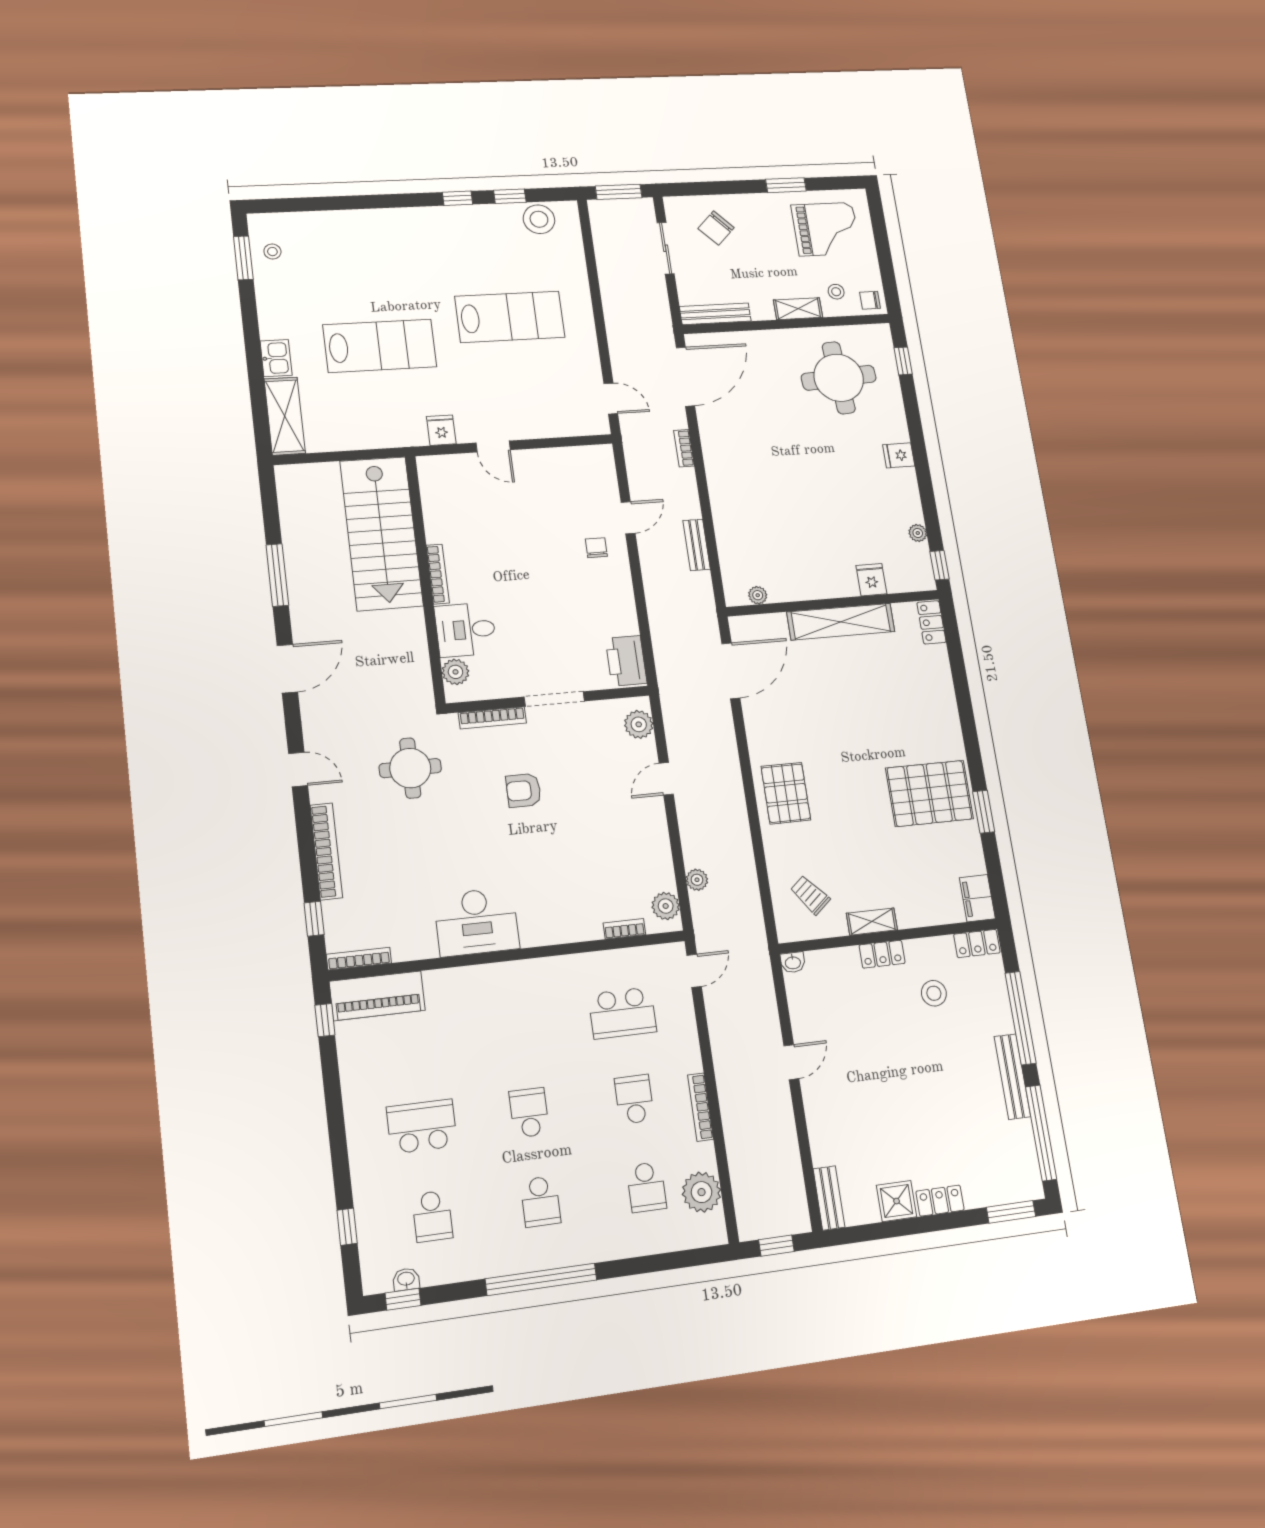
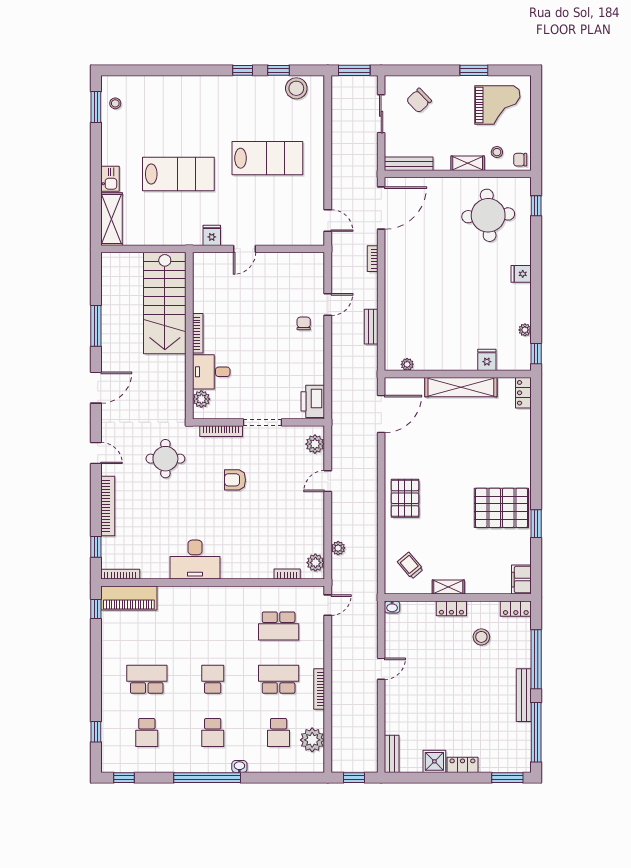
door: (493, 446) -> (245, 249), hinge flipped
school desk: (634, 1099) -> (279, 679), width x1.85
washbasin: (406, 1279) -> (239, 767), moved

